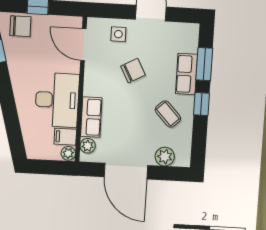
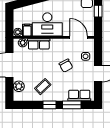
door: (83, 45) -> (79, 37), hinge flipped
row of seats: (187, 74) -> (79, 95), moved

